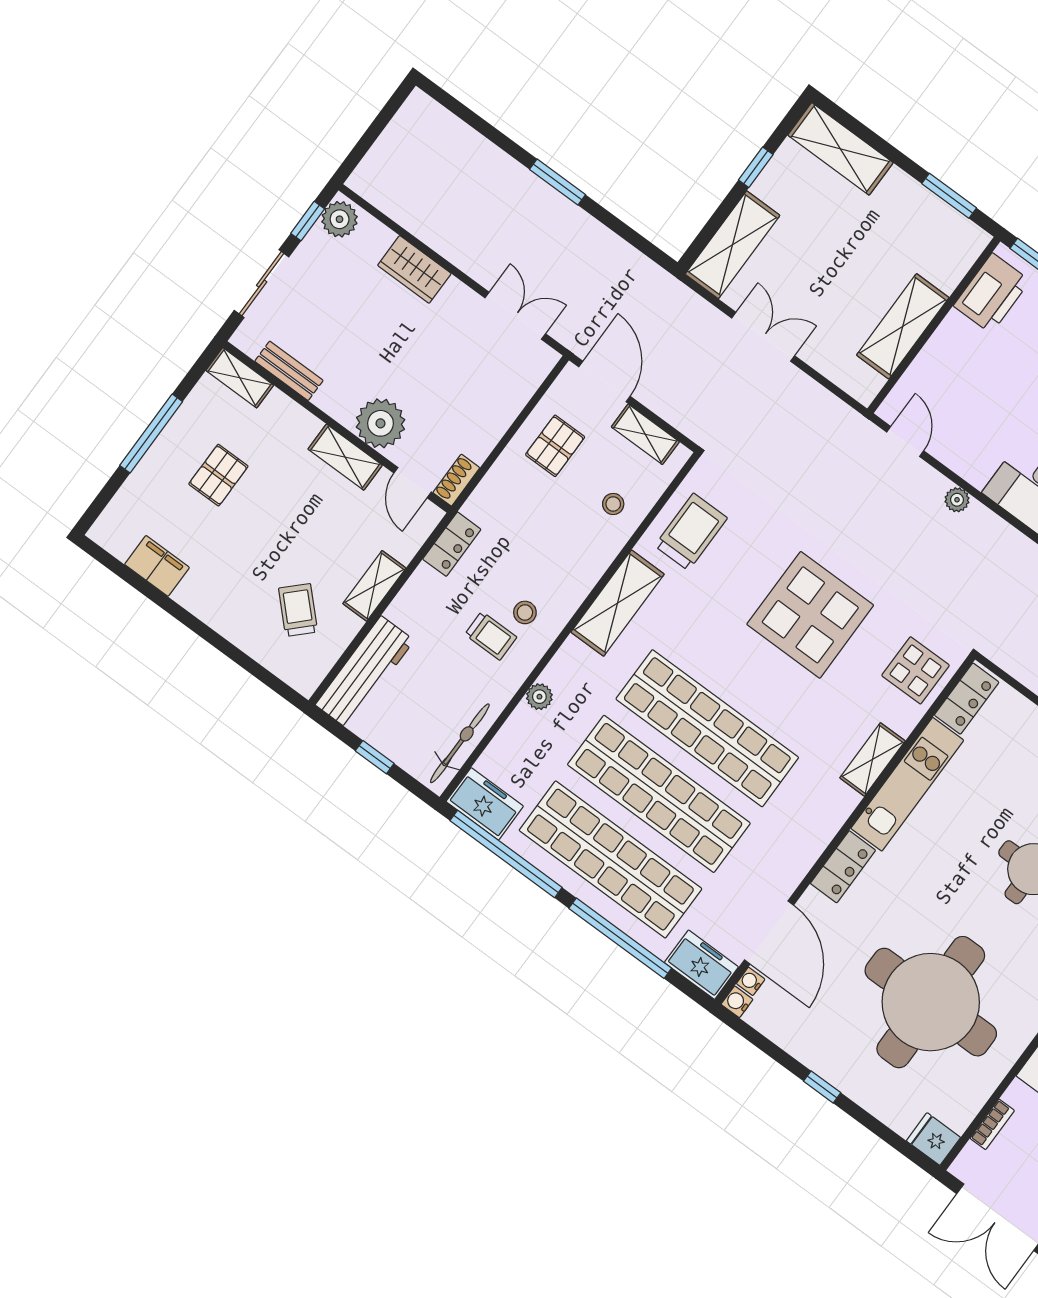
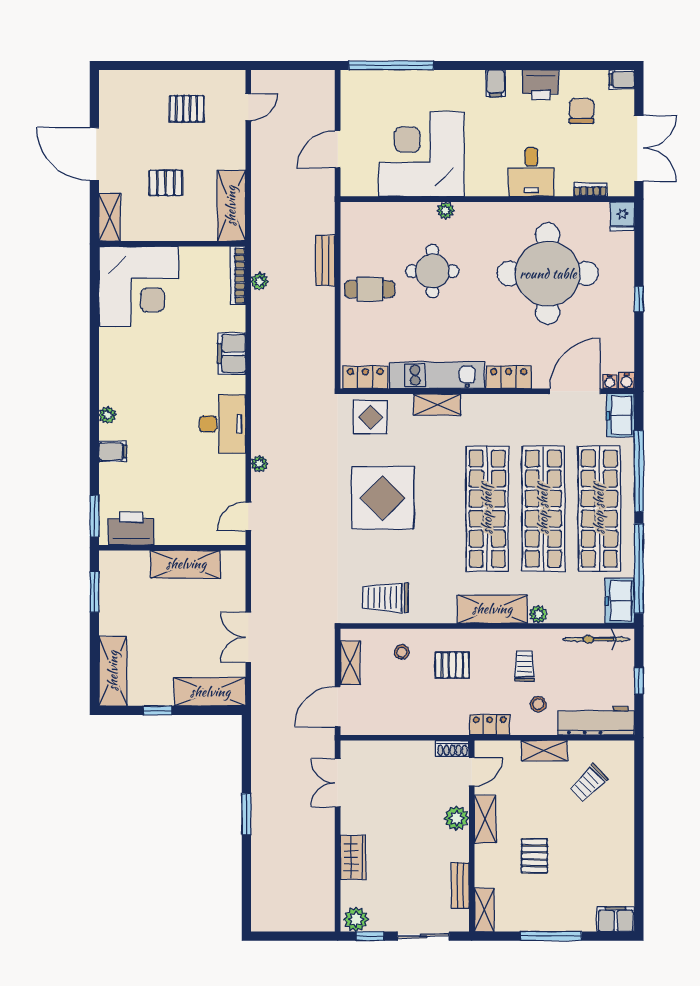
plant: (380, 423) -> (457, 818), width x0.73, depth x0.73
pallet: (555, 446) -> (452, 665), moved
pallet: (218, 475) -> (534, 856), moved, turned 90
filing cabinet: (157, 566) -> (616, 919), moved, turned 90
shelving: (618, 603) -> (492, 609), moved
stool: (525, 612) -> (538, 704), moved

